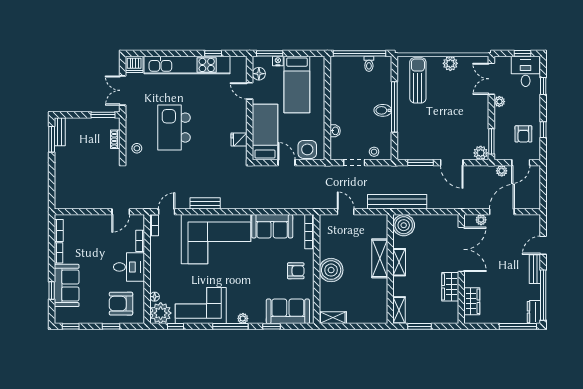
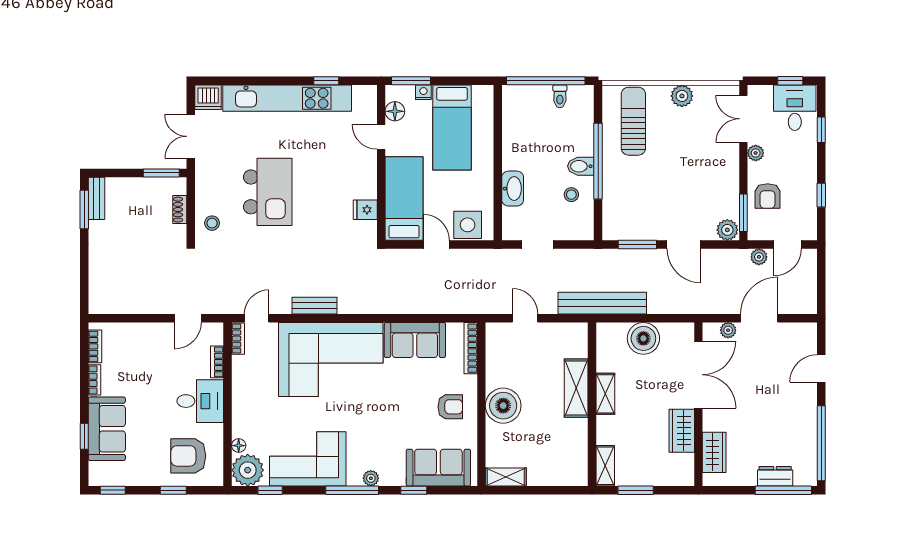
kitchen island: (174, 128) -> (268, 192), turned 180
washbasin: (335, 131) -> (513, 189), width x1.91, depth x1.45
armchair: (523, 134) -> (768, 196), moved
stool: (374, 152) -> (571, 195), moved
boiler: (404, 225) -> (643, 338), moved
bench: (535, 269) -> (809, 404), removed
dresser: (534, 312) -> (775, 476), moved, turned 90

